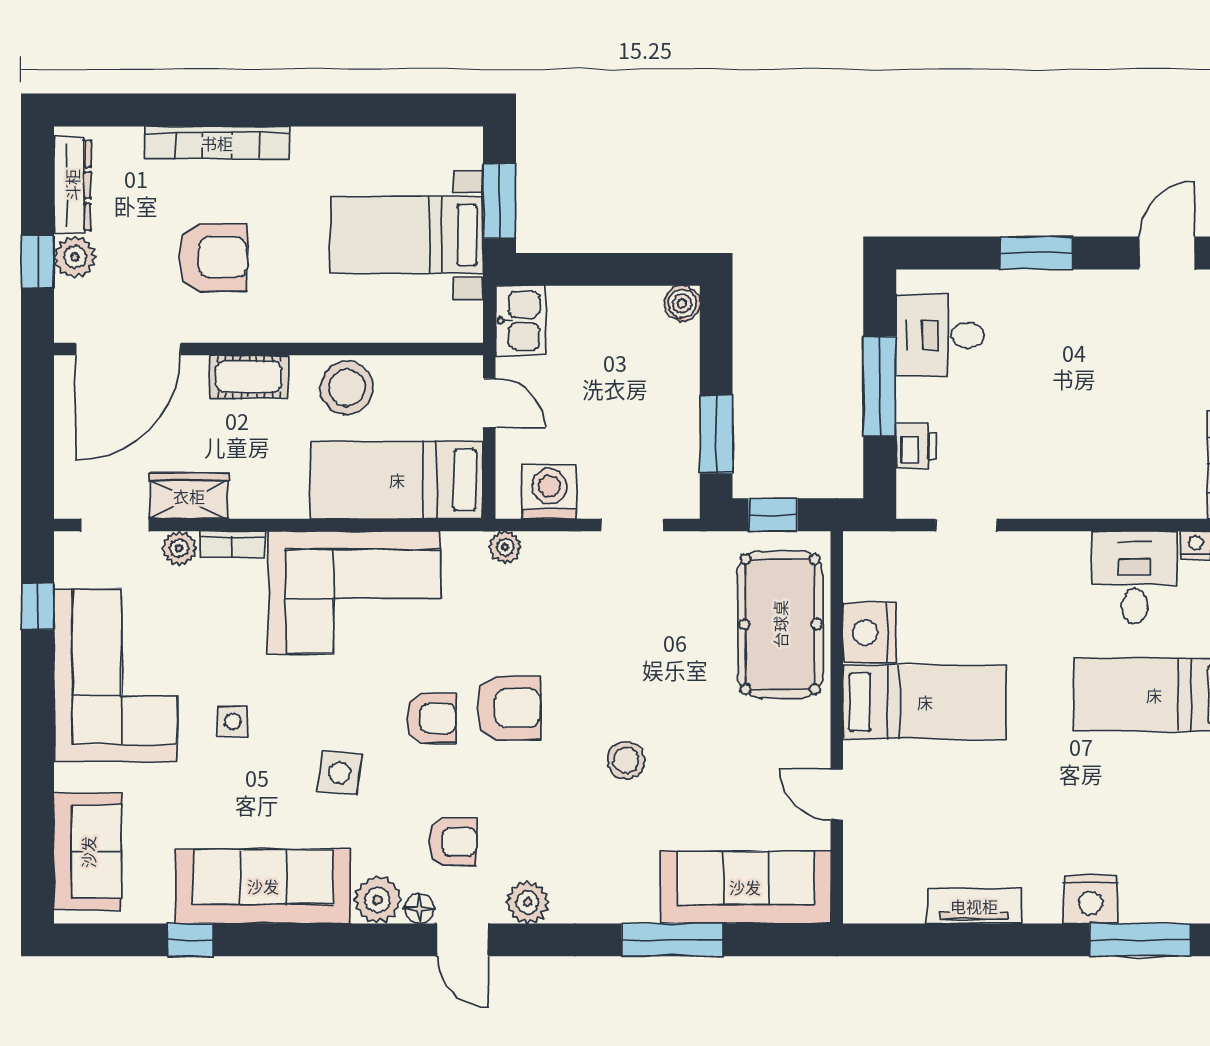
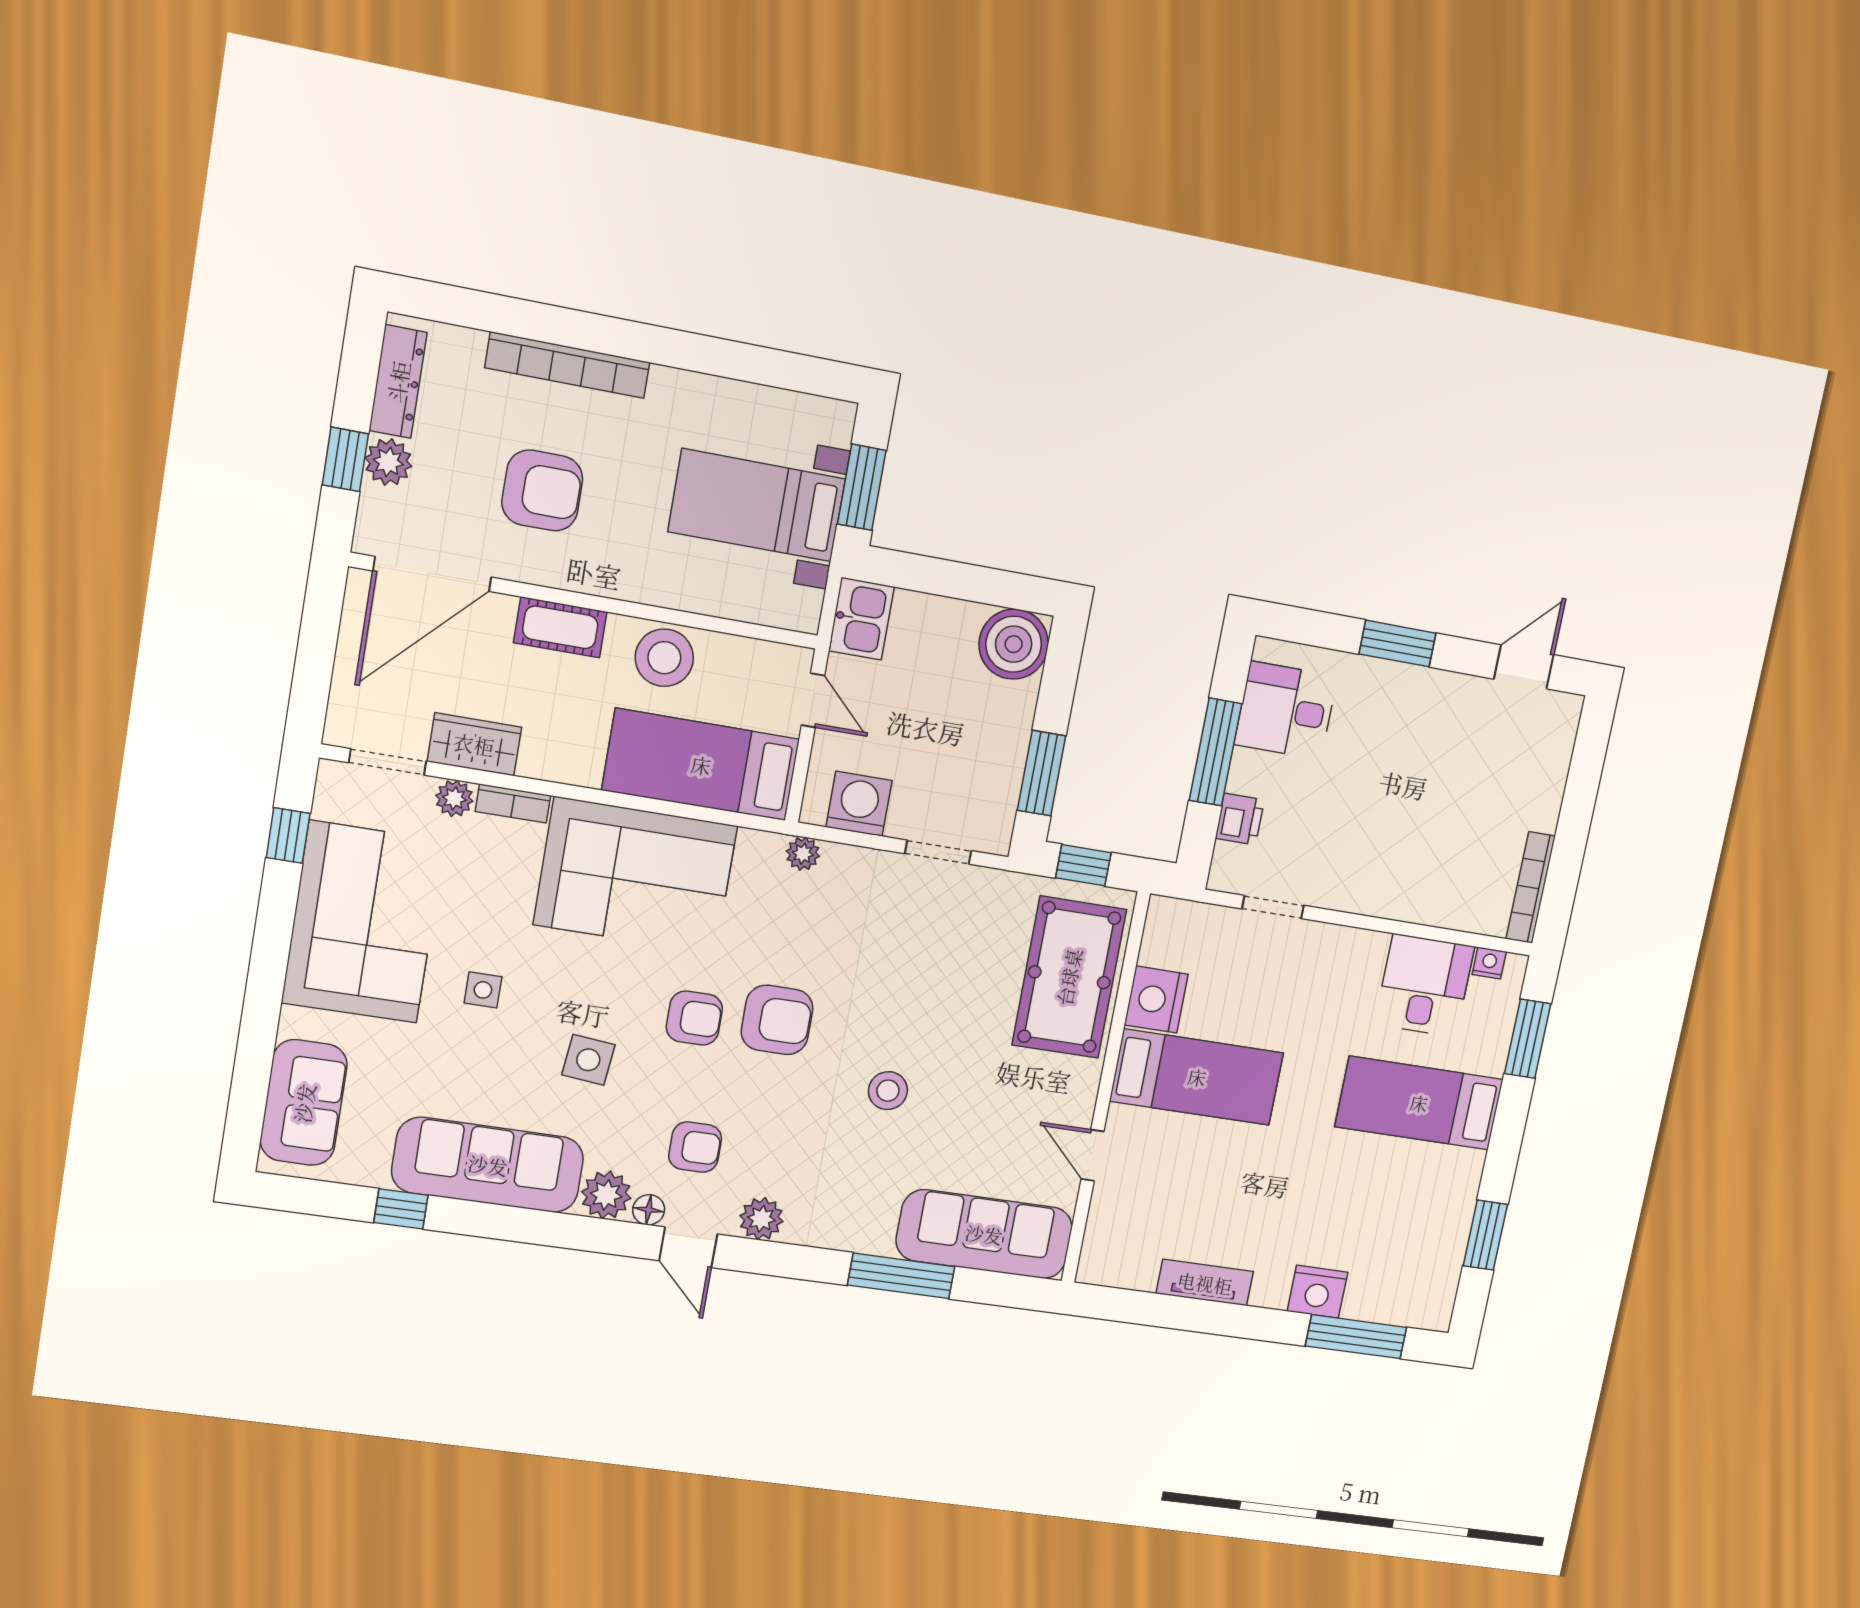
boiler: (682, 303) -> (1014, 644), width x1.86, depth x1.86

